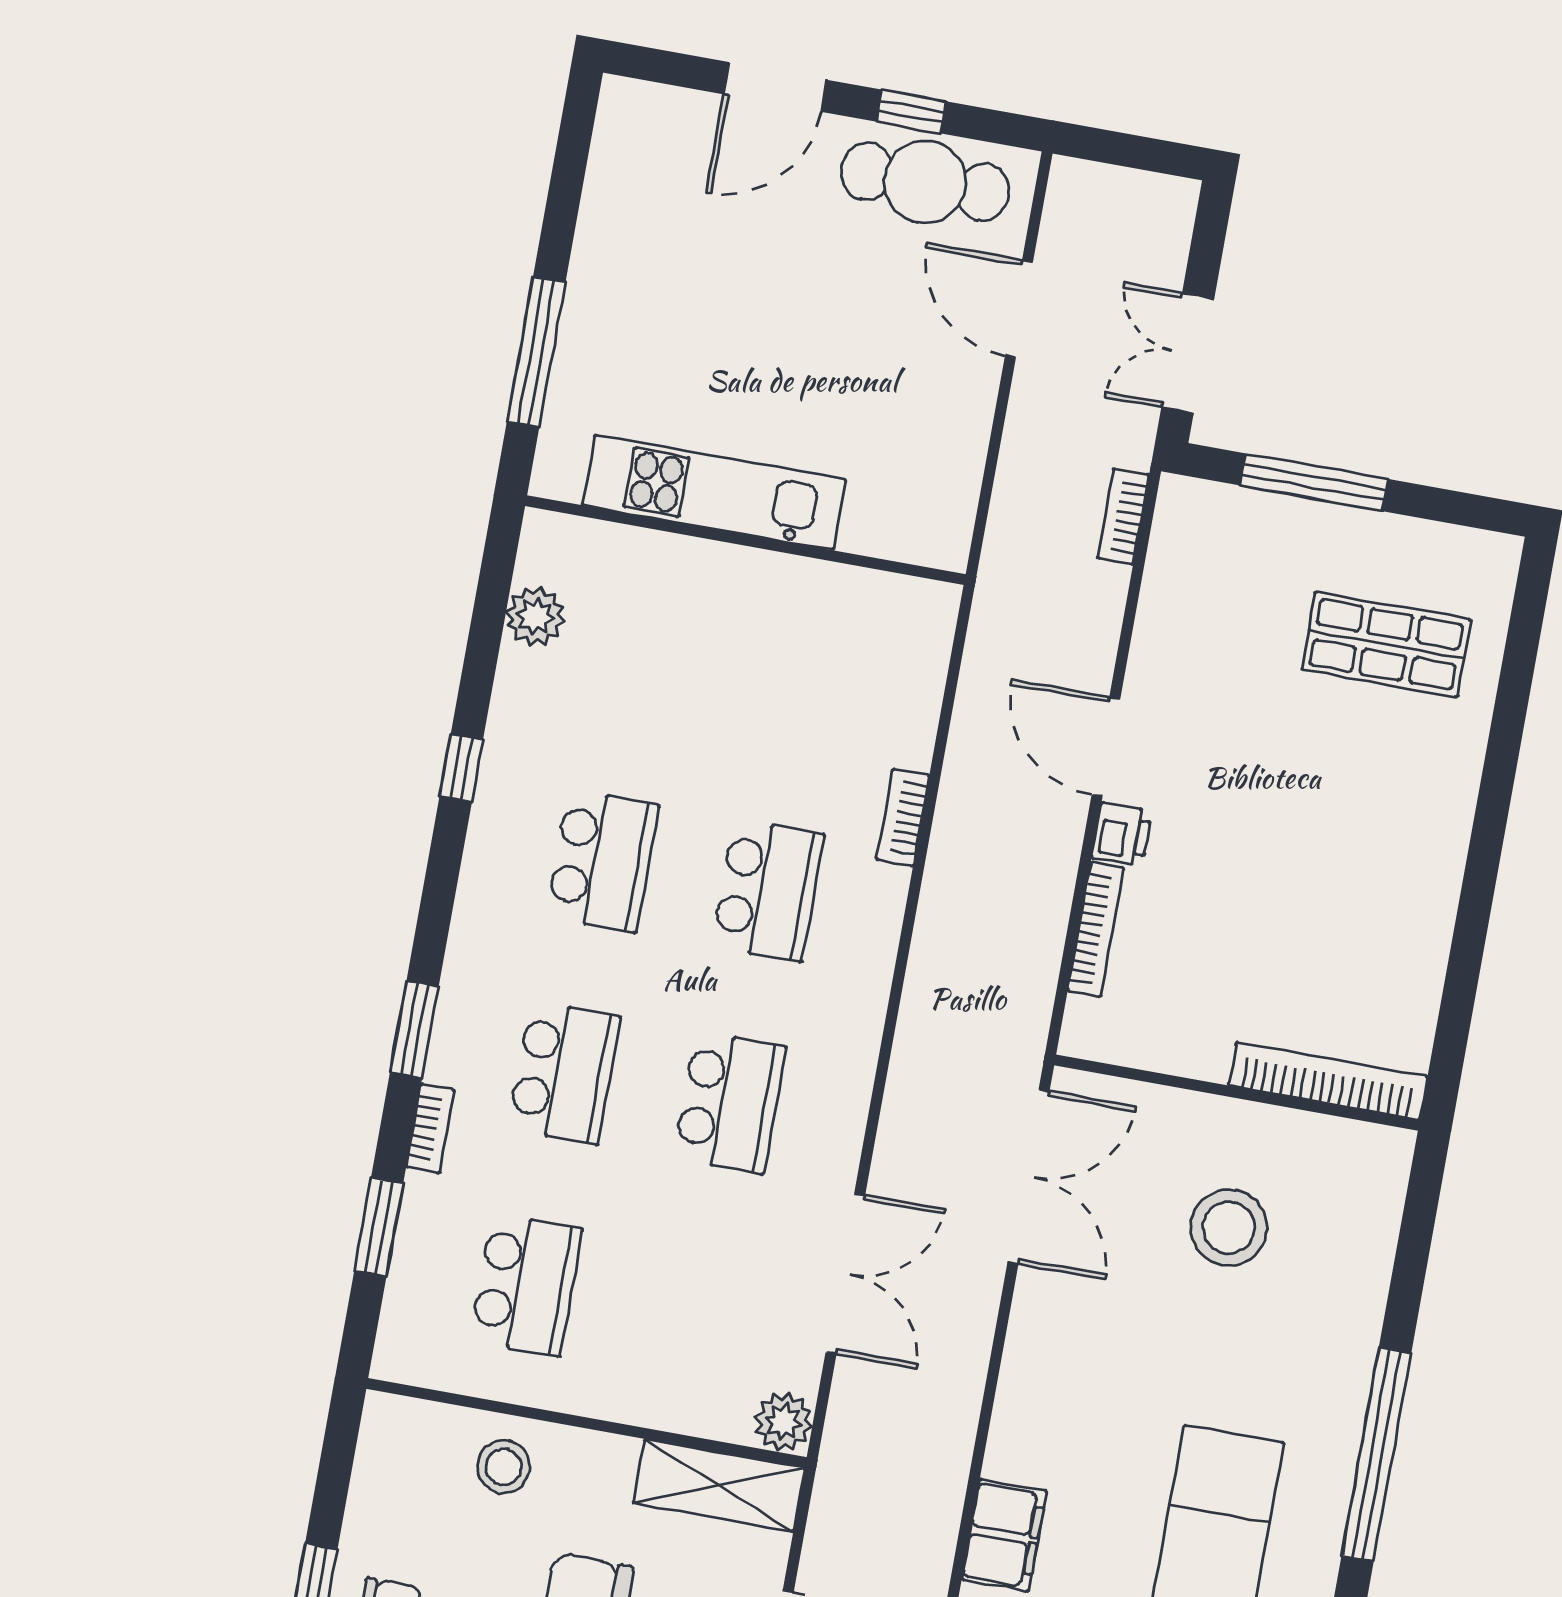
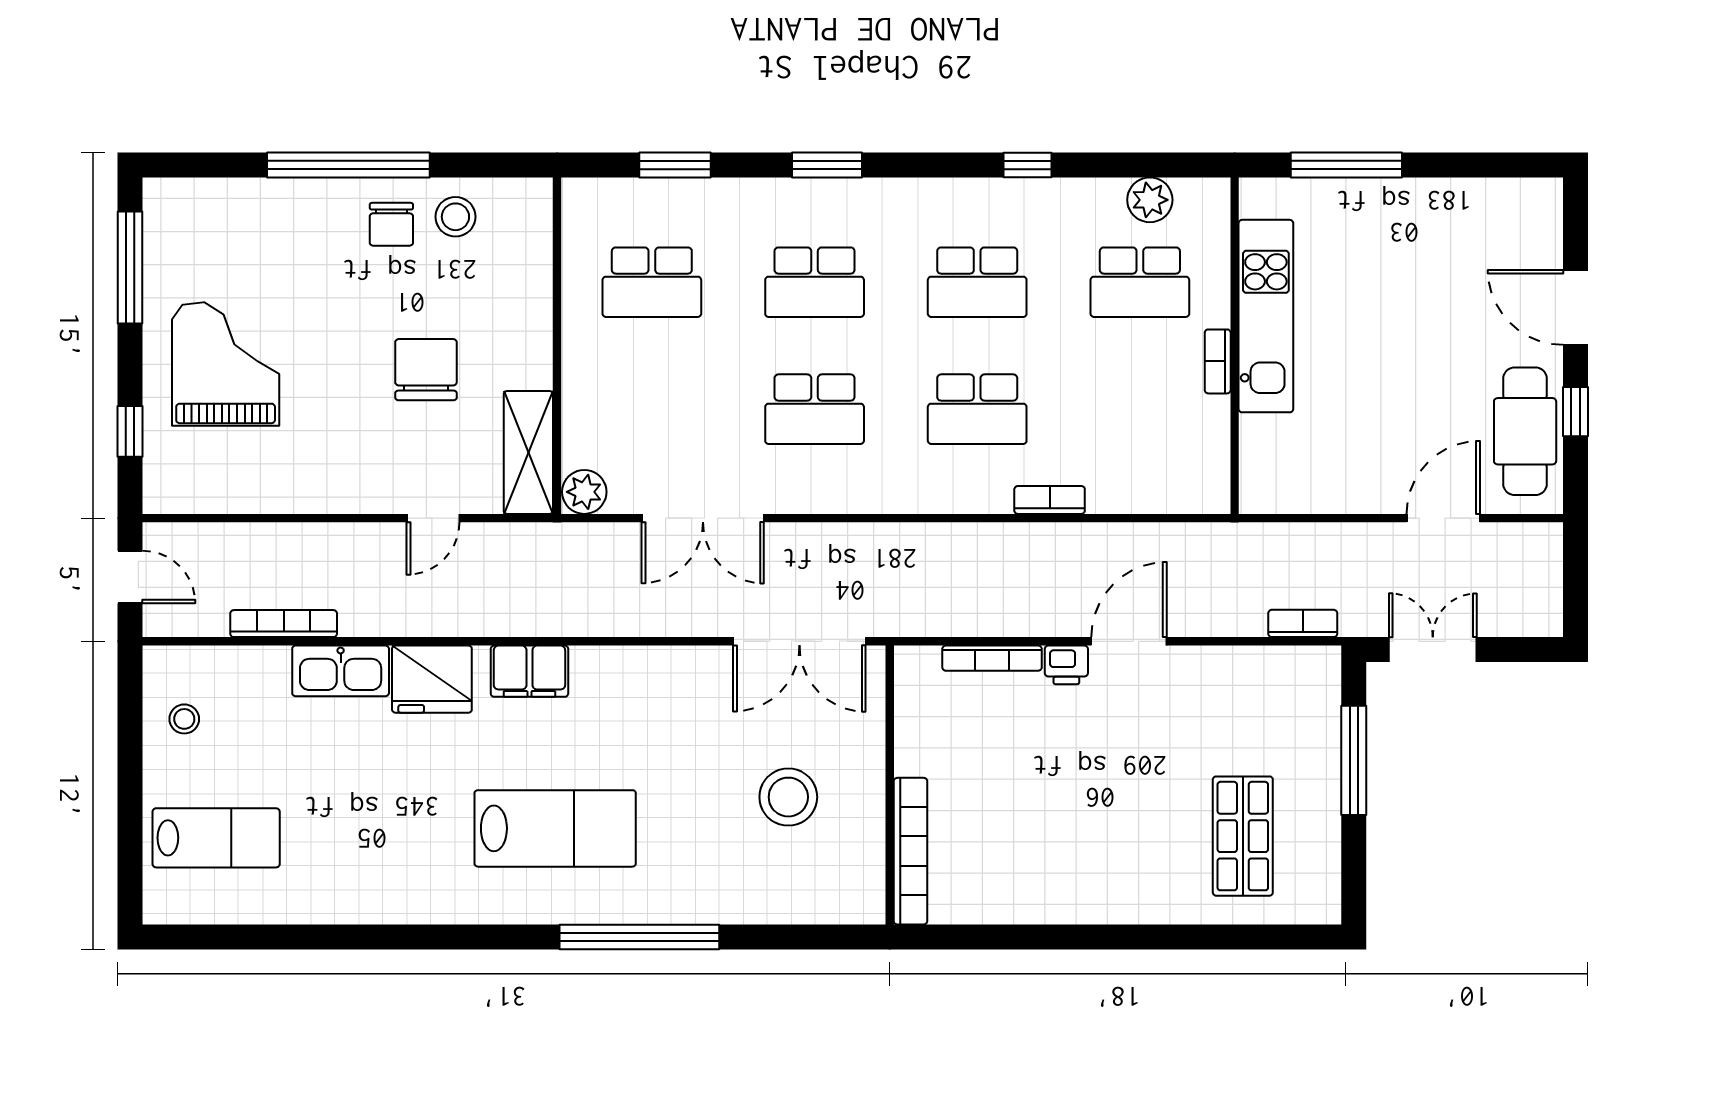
school desk: (640, 649) -> (1140, 282), added
bookcase: (430, 1128) -> (1218, 361), moved, turned 90
stool: (504, 1467) -> (455, 217), moved

